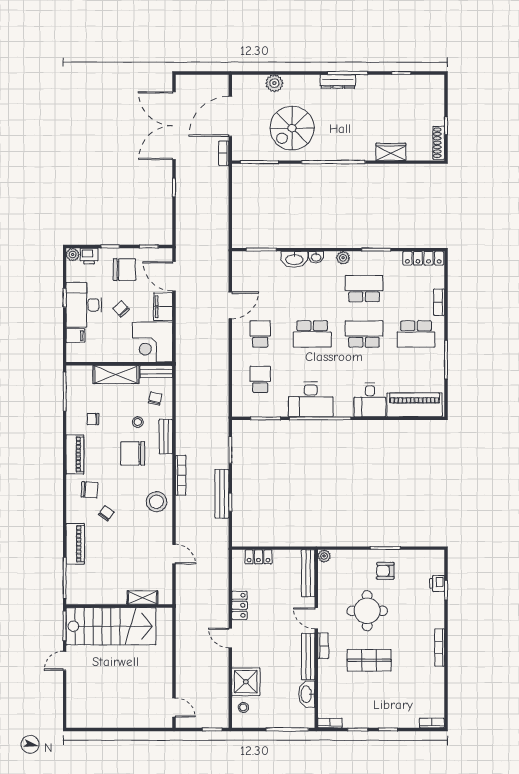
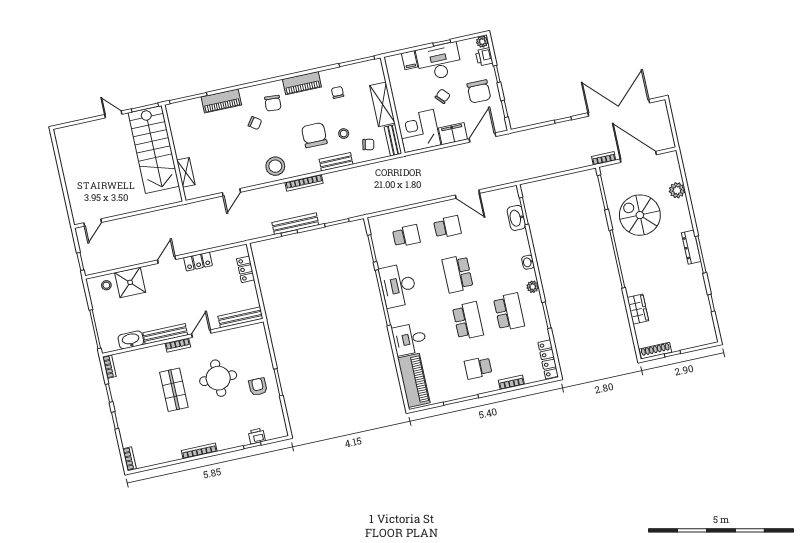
washbasin: (294, 259) -> (516, 218), moved
school desk: (416, 334) -> (478, 368), width x0.54
plant: (324, 556) -> (259, 328), removed

